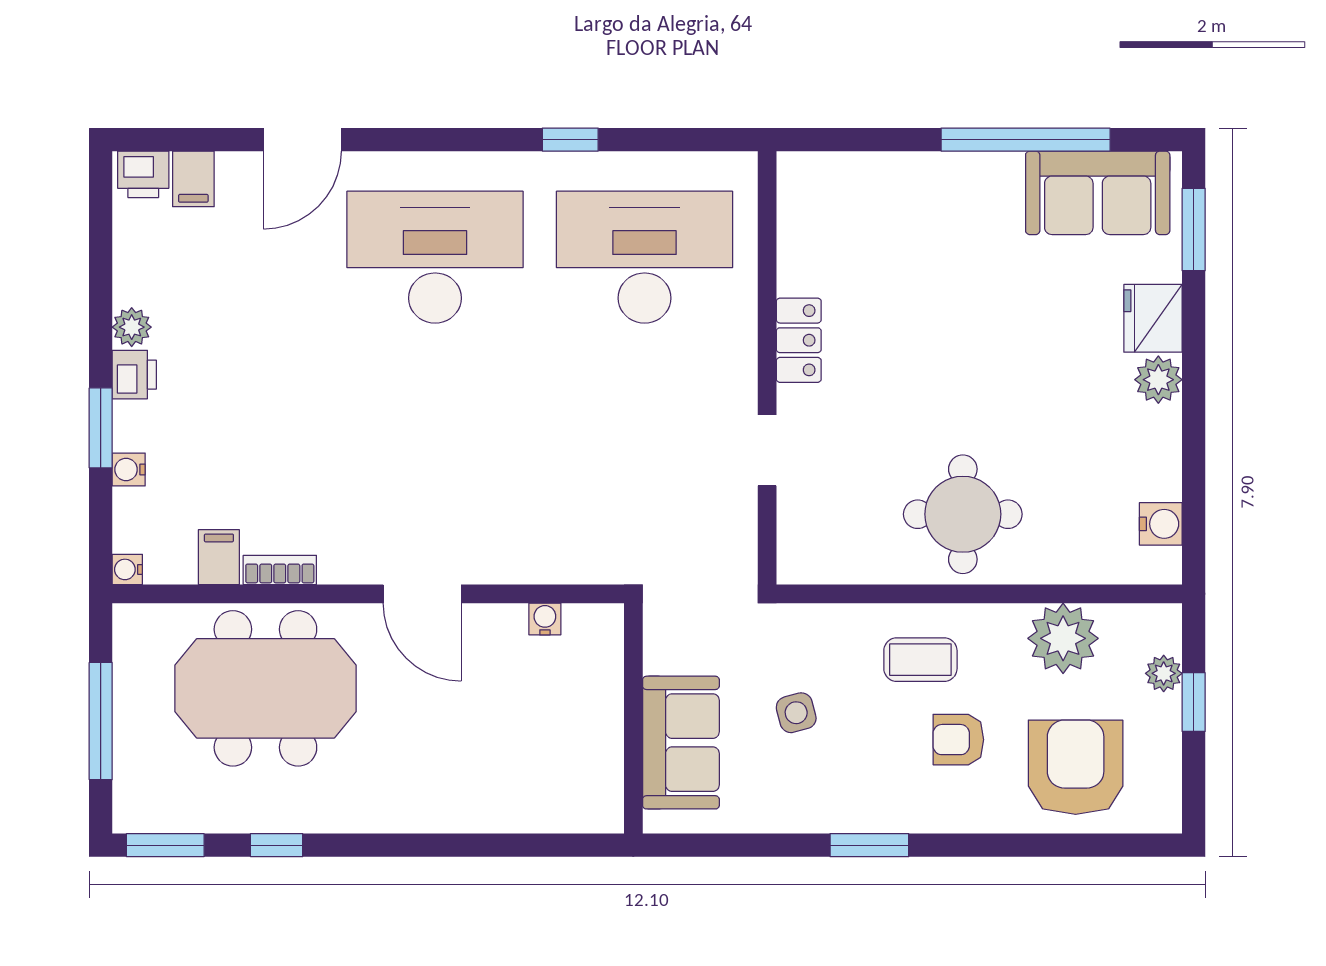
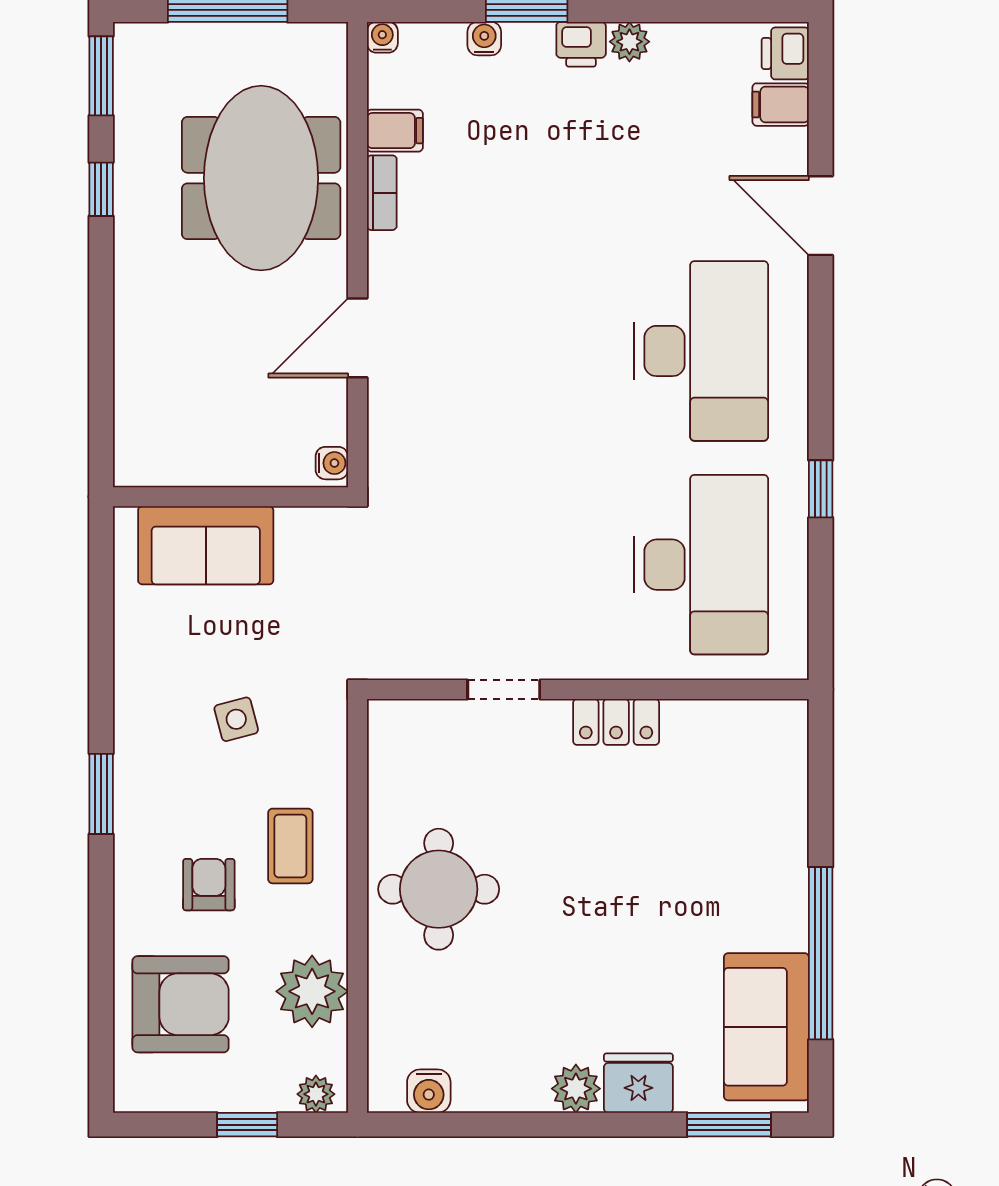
plant: (1164, 673) -> (316, 1094), moved
wall: (633, 718) -> (230, 497), moved
sofa: (681, 743) -> (206, 545), moved

